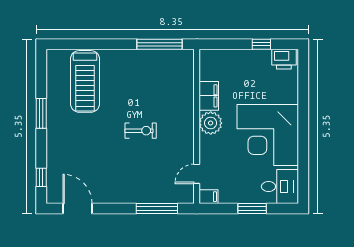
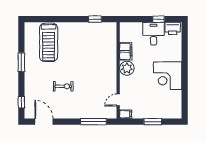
window: (159, 44) -> (95, 19), width x0.46
exercise bike: (141, 131) -> (63, 86), moved
corner desk: (268, 135) -> (168, 76), width x0.74, depth x0.74
desk: (280, 187) -> (154, 34), moved, turned -90

